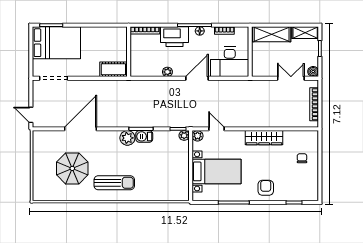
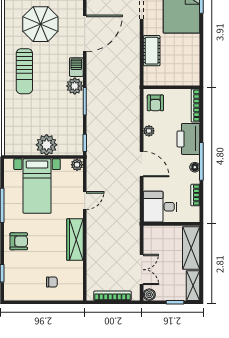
desk: (230, 62) -> (160, 207), width x0.73
armchair: (142, 66) -> (155, 103), added
cot: (113, 69) -> (152, 51), moved
door: (81, 129) -> (85, 33), hinge flipped
door: (216, 129) -> (85, 201), moved
plant: (184, 135) -> (47, 145), moved, width x1.88, depth x1.88
barbecue: (144, 136) -> (76, 67), moved

